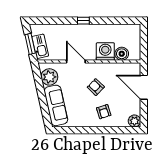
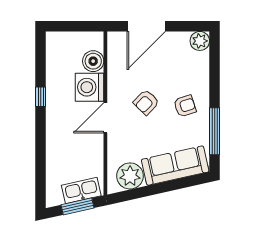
window: (83, 21) -> (41, 97), moved
door: (76, 61) -> (105, 118), moved
armchair: (104, 112) -> (185, 106), moved
window: (78, 130) -> (215, 131), added

